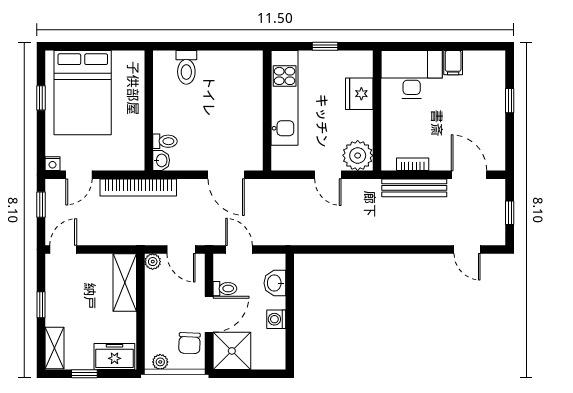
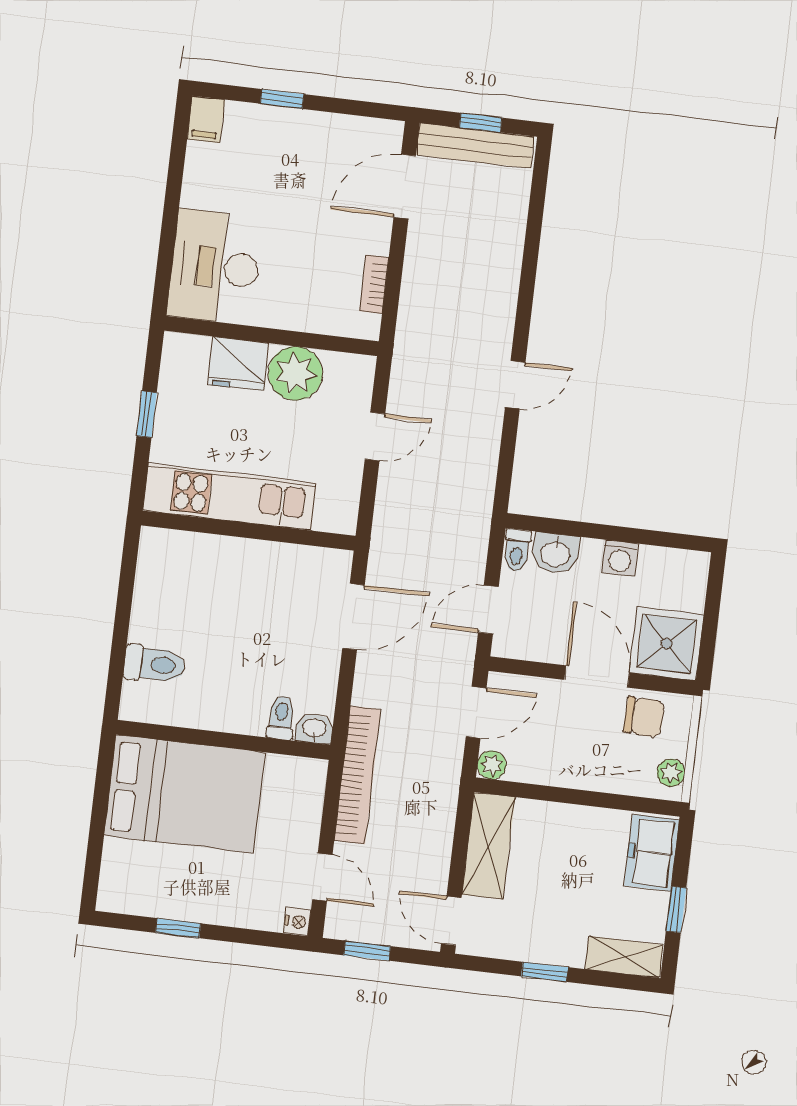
filing cabinet: (453, 63) -> (206, 119), moved, turned 90
bed: (83, 93) -> (185, 794), moved
plant: (358, 155) -> (295, 373), moved
bench: (414, 188) -> (475, 146), moved, turned 90
door: (467, 249) -> (515, 385), moved
shelving: (125, 283) -> (488, 846), moved, turned 90
toilet: (225, 289) -> (517, 550), moved, turned 180

